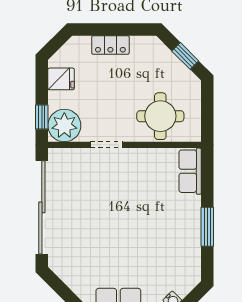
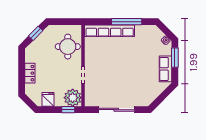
row of seats: (190, 171) -> (110, 31), width x2.02
sliding door: (42, 207) -> (116, 110), width x0.73
window: (207, 227) -> (127, 22), width x1.44

